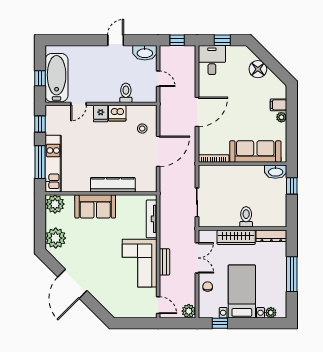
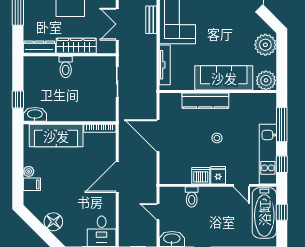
door: (79, 104) -> (241, 185), swing flipped
stool: (142, 129) -> (217, 138), moved
door: (158, 151) -> (158, 136), hinge flipped
kitchen unit: (53, 164) -> (268, 154), moved
sofa: (95, 206) -> (224, 78), width x1.36

